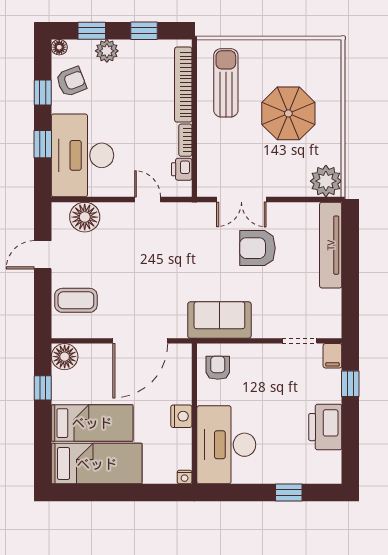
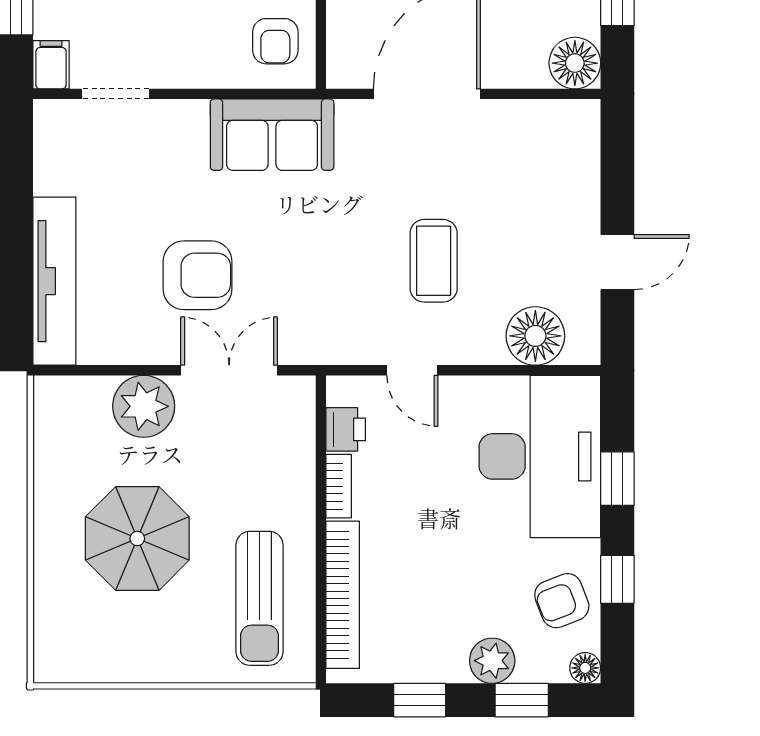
plant: (326, 181) -> (144, 406), moved
coffee table: (76, 300) -> (434, 261), moved, turned 90

